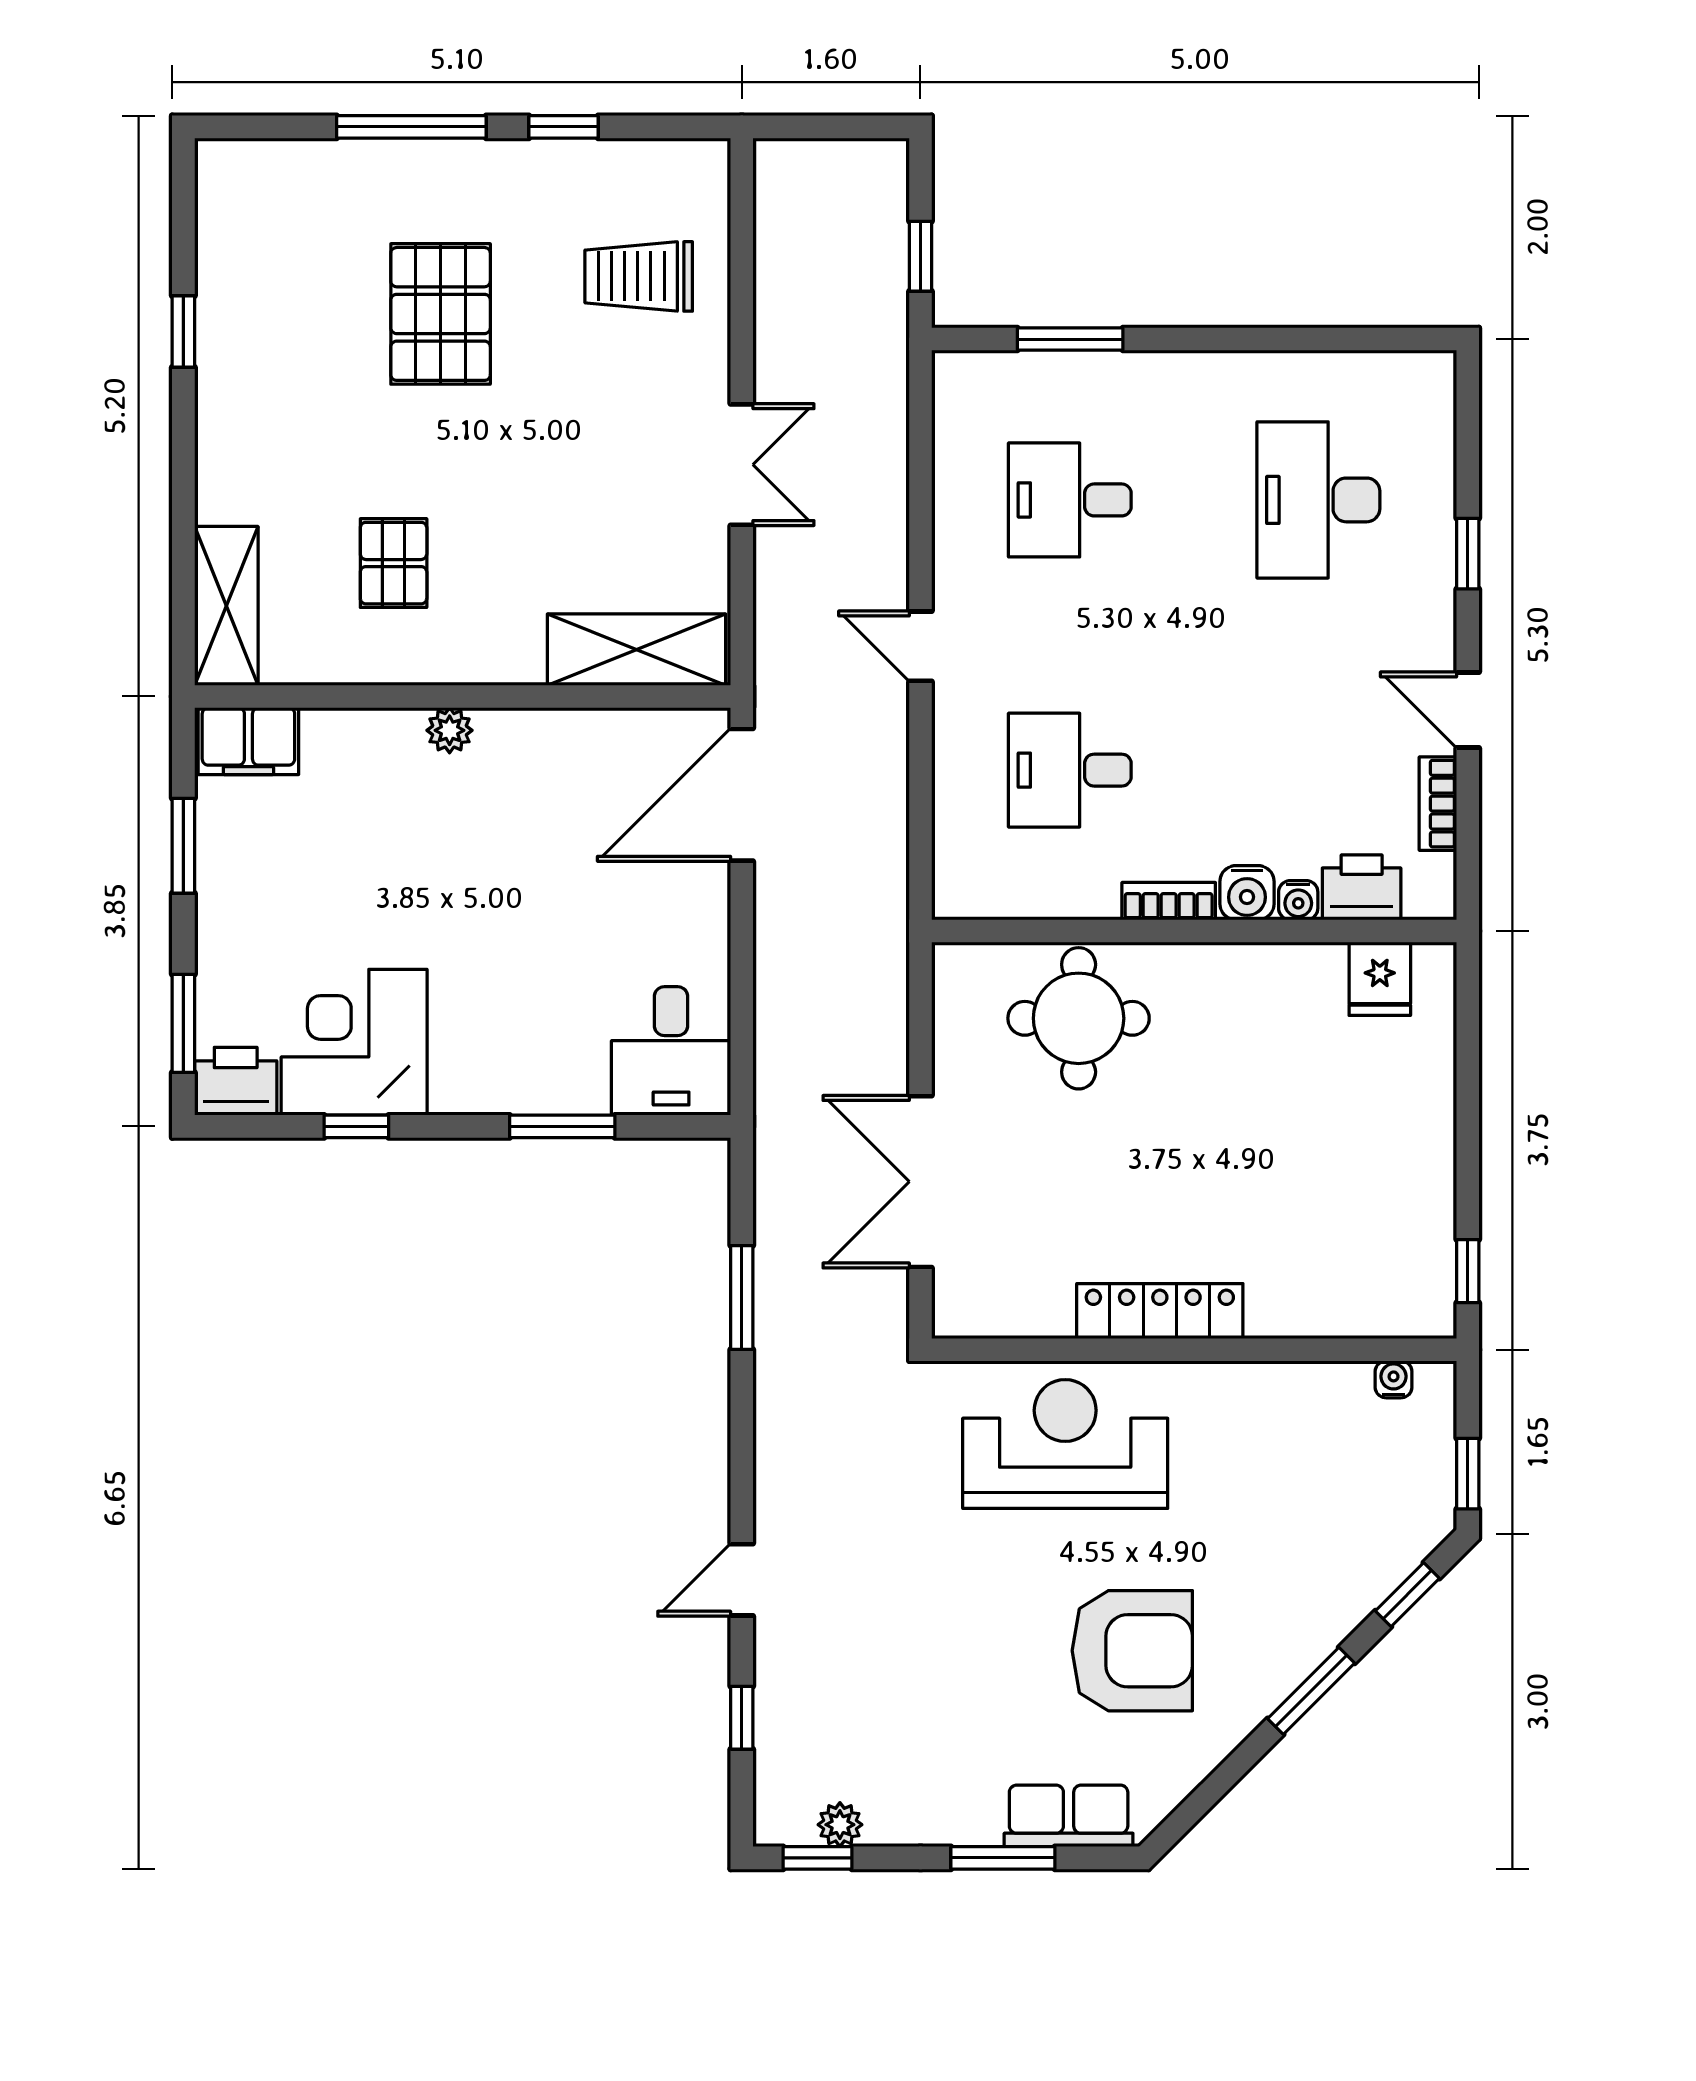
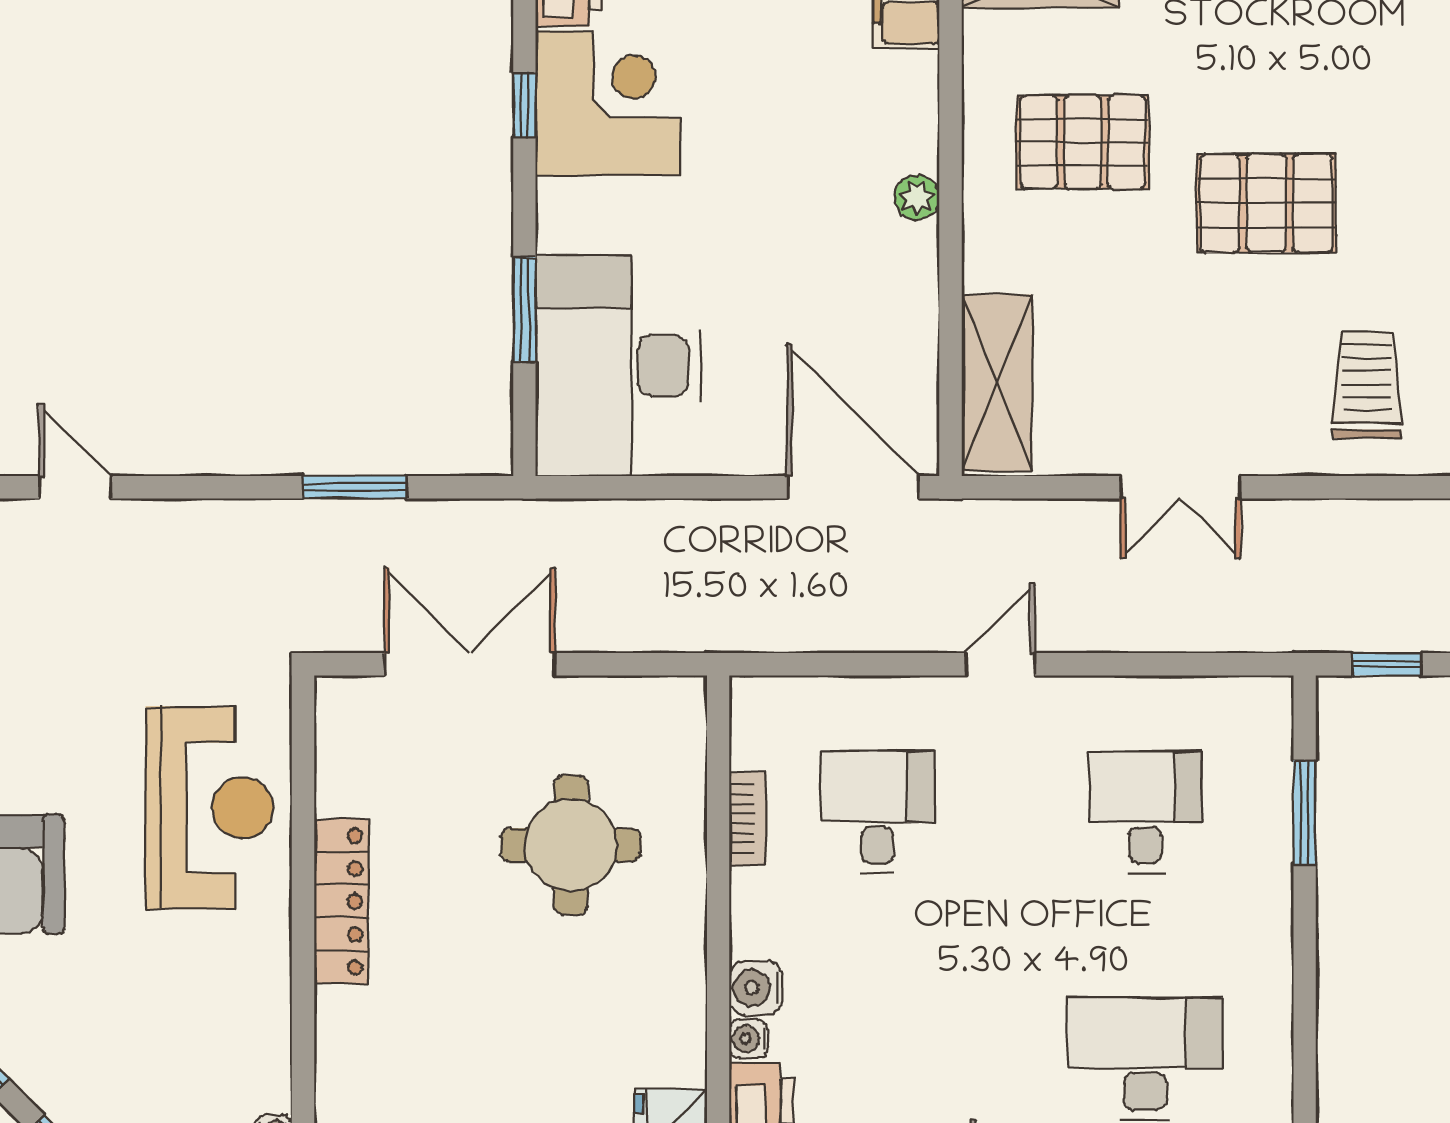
pallet: (441, 314) -> (1266, 203), moved
pallet: (394, 563) -> (1083, 142), width x1.50, depth x1.42
bookcase: (1169, 901) -> (748, 819), moved
round table: (1079, 1018) -> (571, 845), moved
desk: (671, 1051) -> (618, 366), width x1.87, depth x1.30

